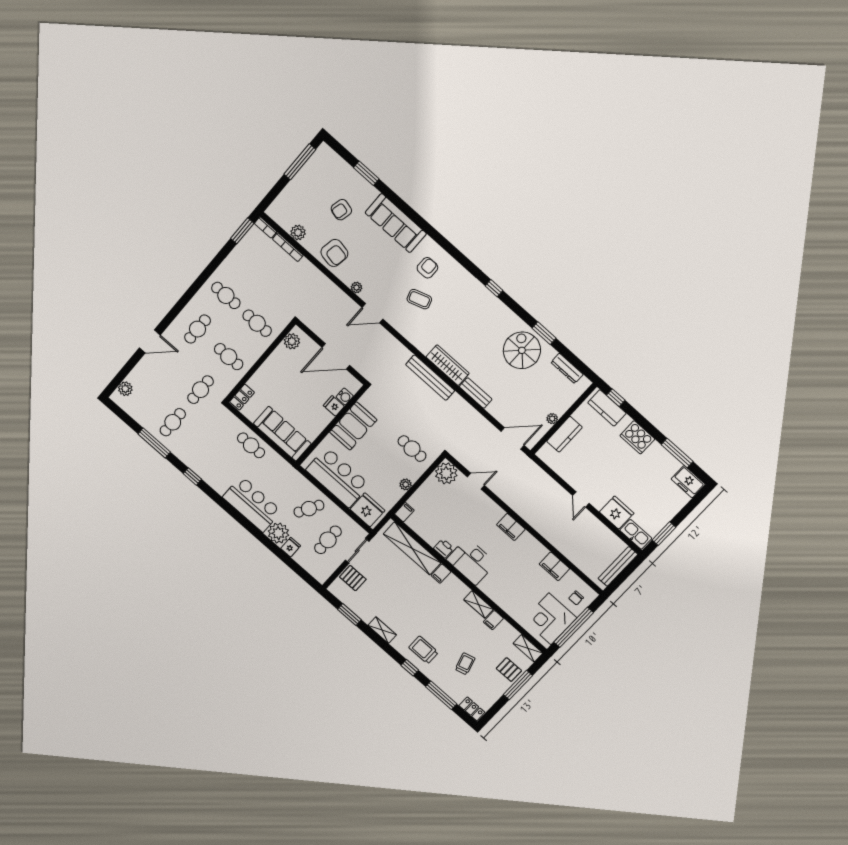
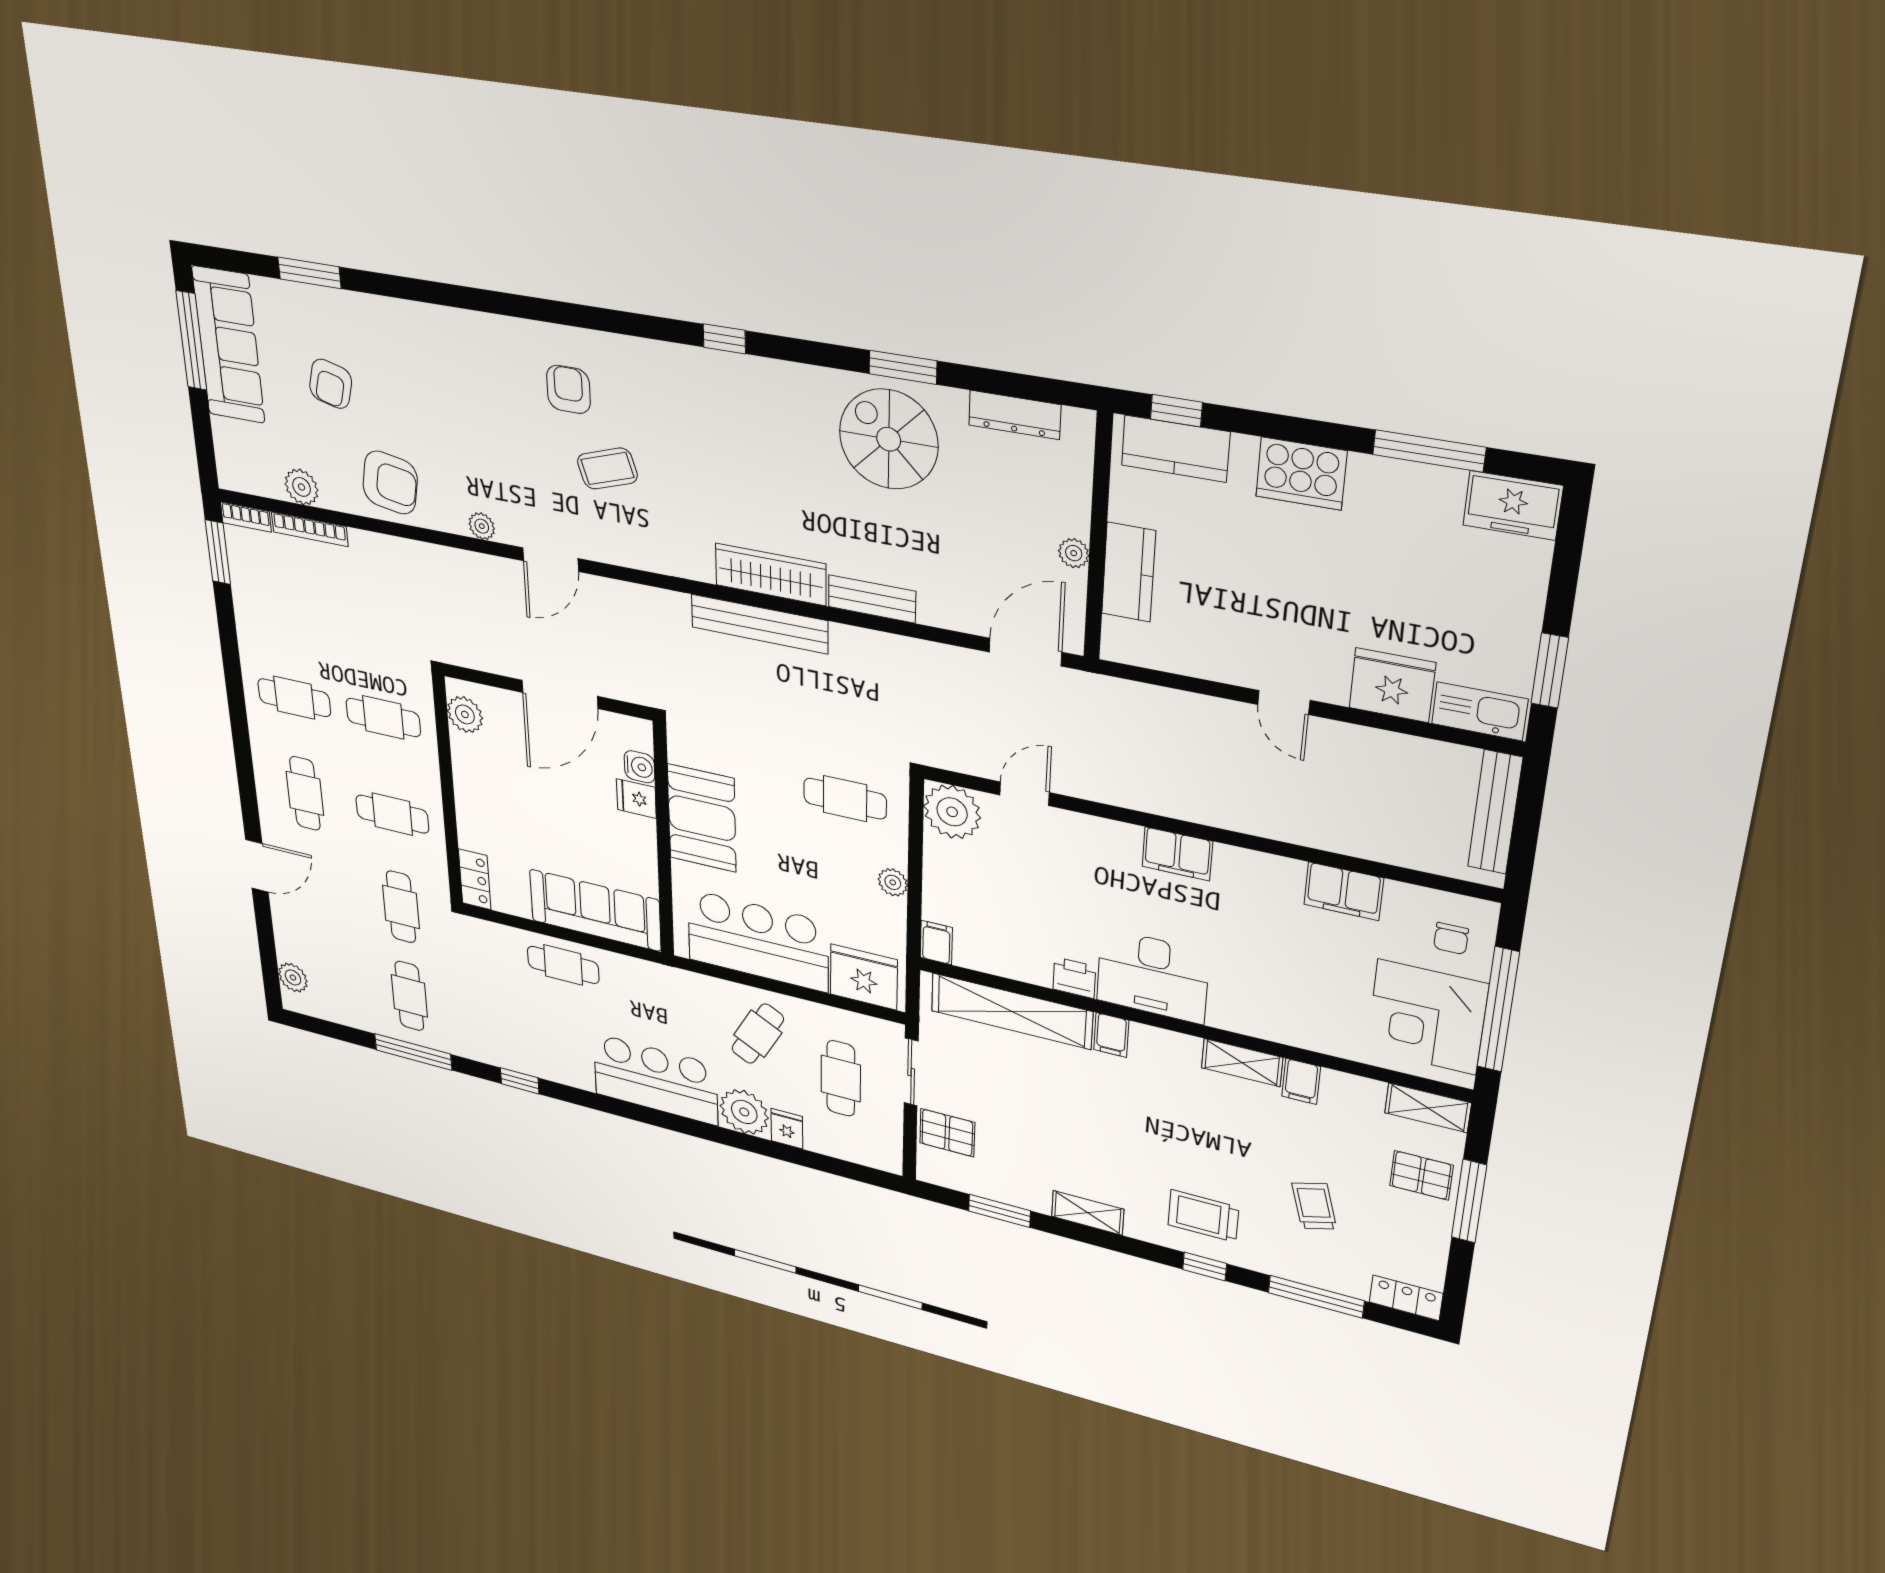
sofa: (396, 223) -> (228, 345), moved, turned -90

